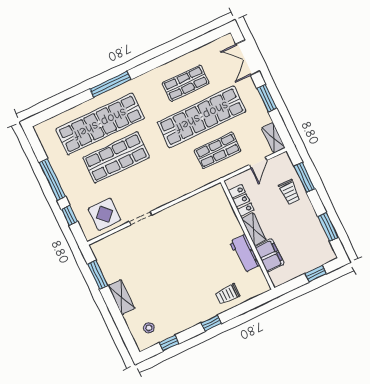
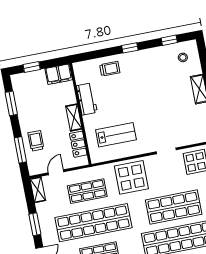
display table: (172, 178) -> (131, 177), added
lab bench: (202, 222) -> (116, 135), added
filing cabinet: (269, 256) -> (59, 74), moved, turned -90

